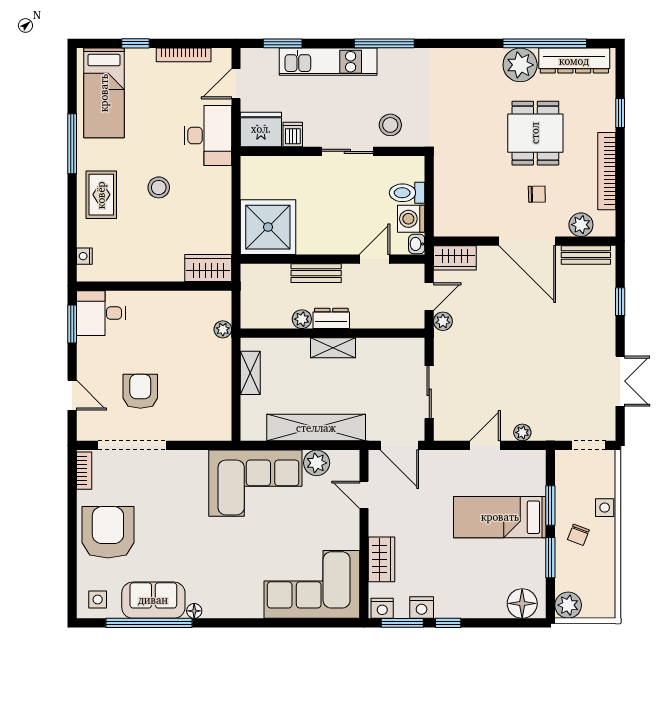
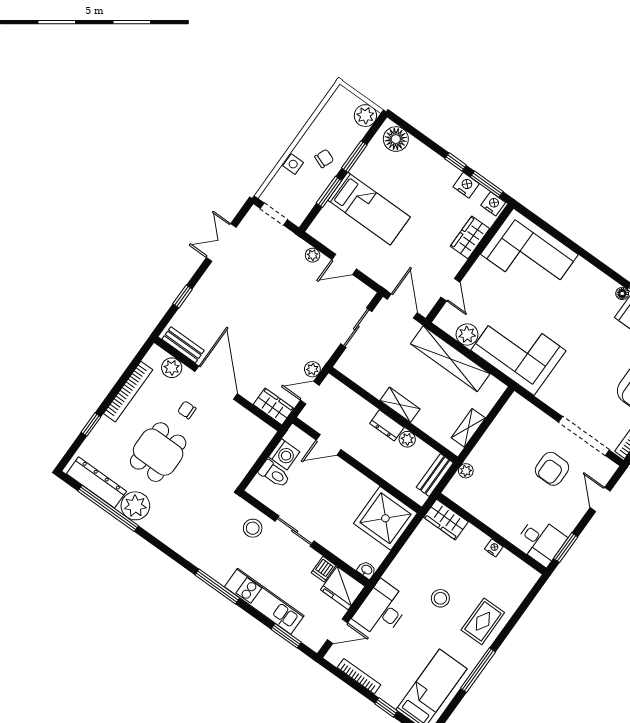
washbasin: (417, 244) -> (367, 570), moved, turned -90
nightstand: (84, 256) -> (494, 548), moved, turned -90
bench: (316, 273) -> (435, 475), moved, turned 90

